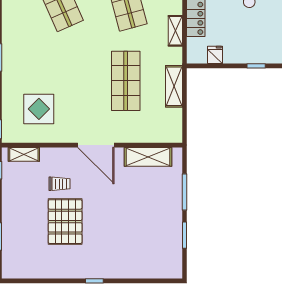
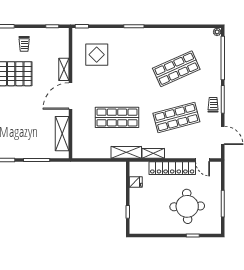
shelving: (174, 86) -> (126, 152), moved
shelving: (24, 154) -> (64, 69), moved
trolley: (60, 184) -> (24, 44), moved

